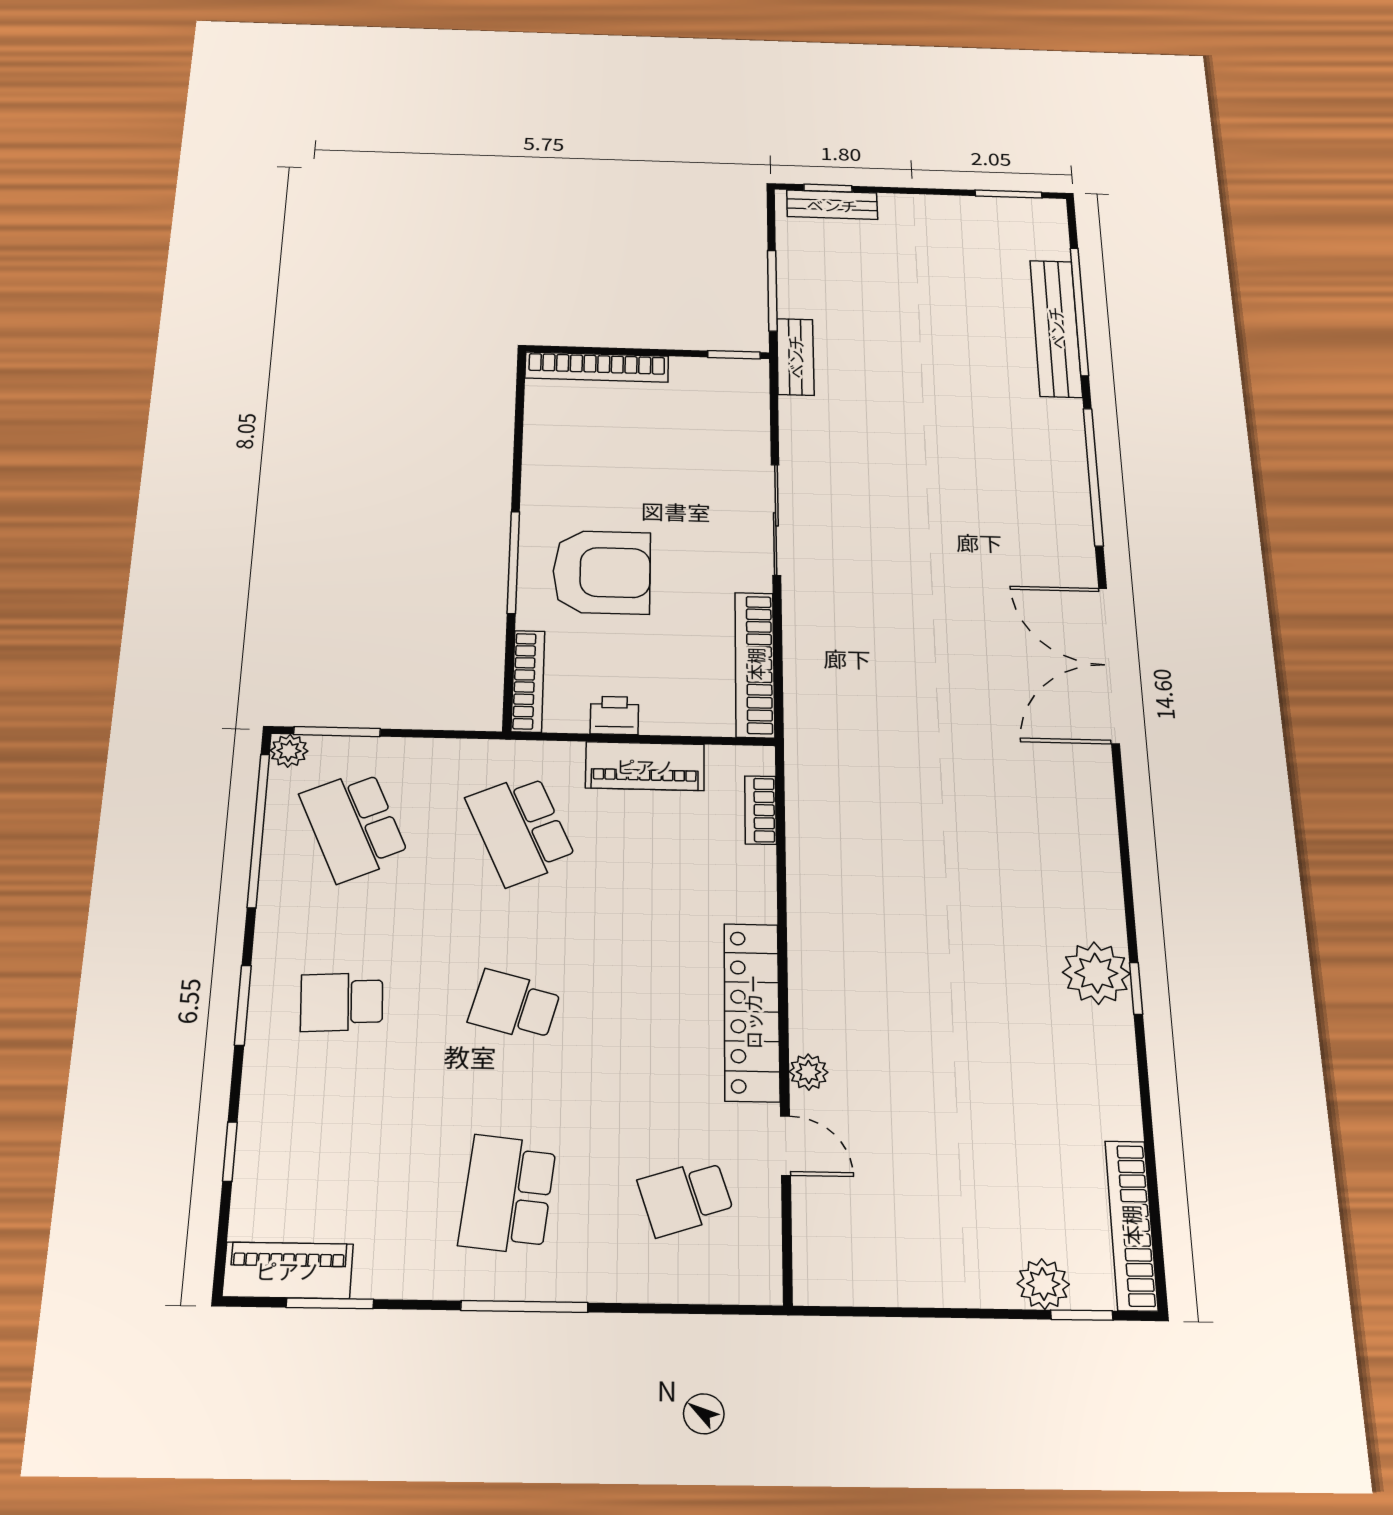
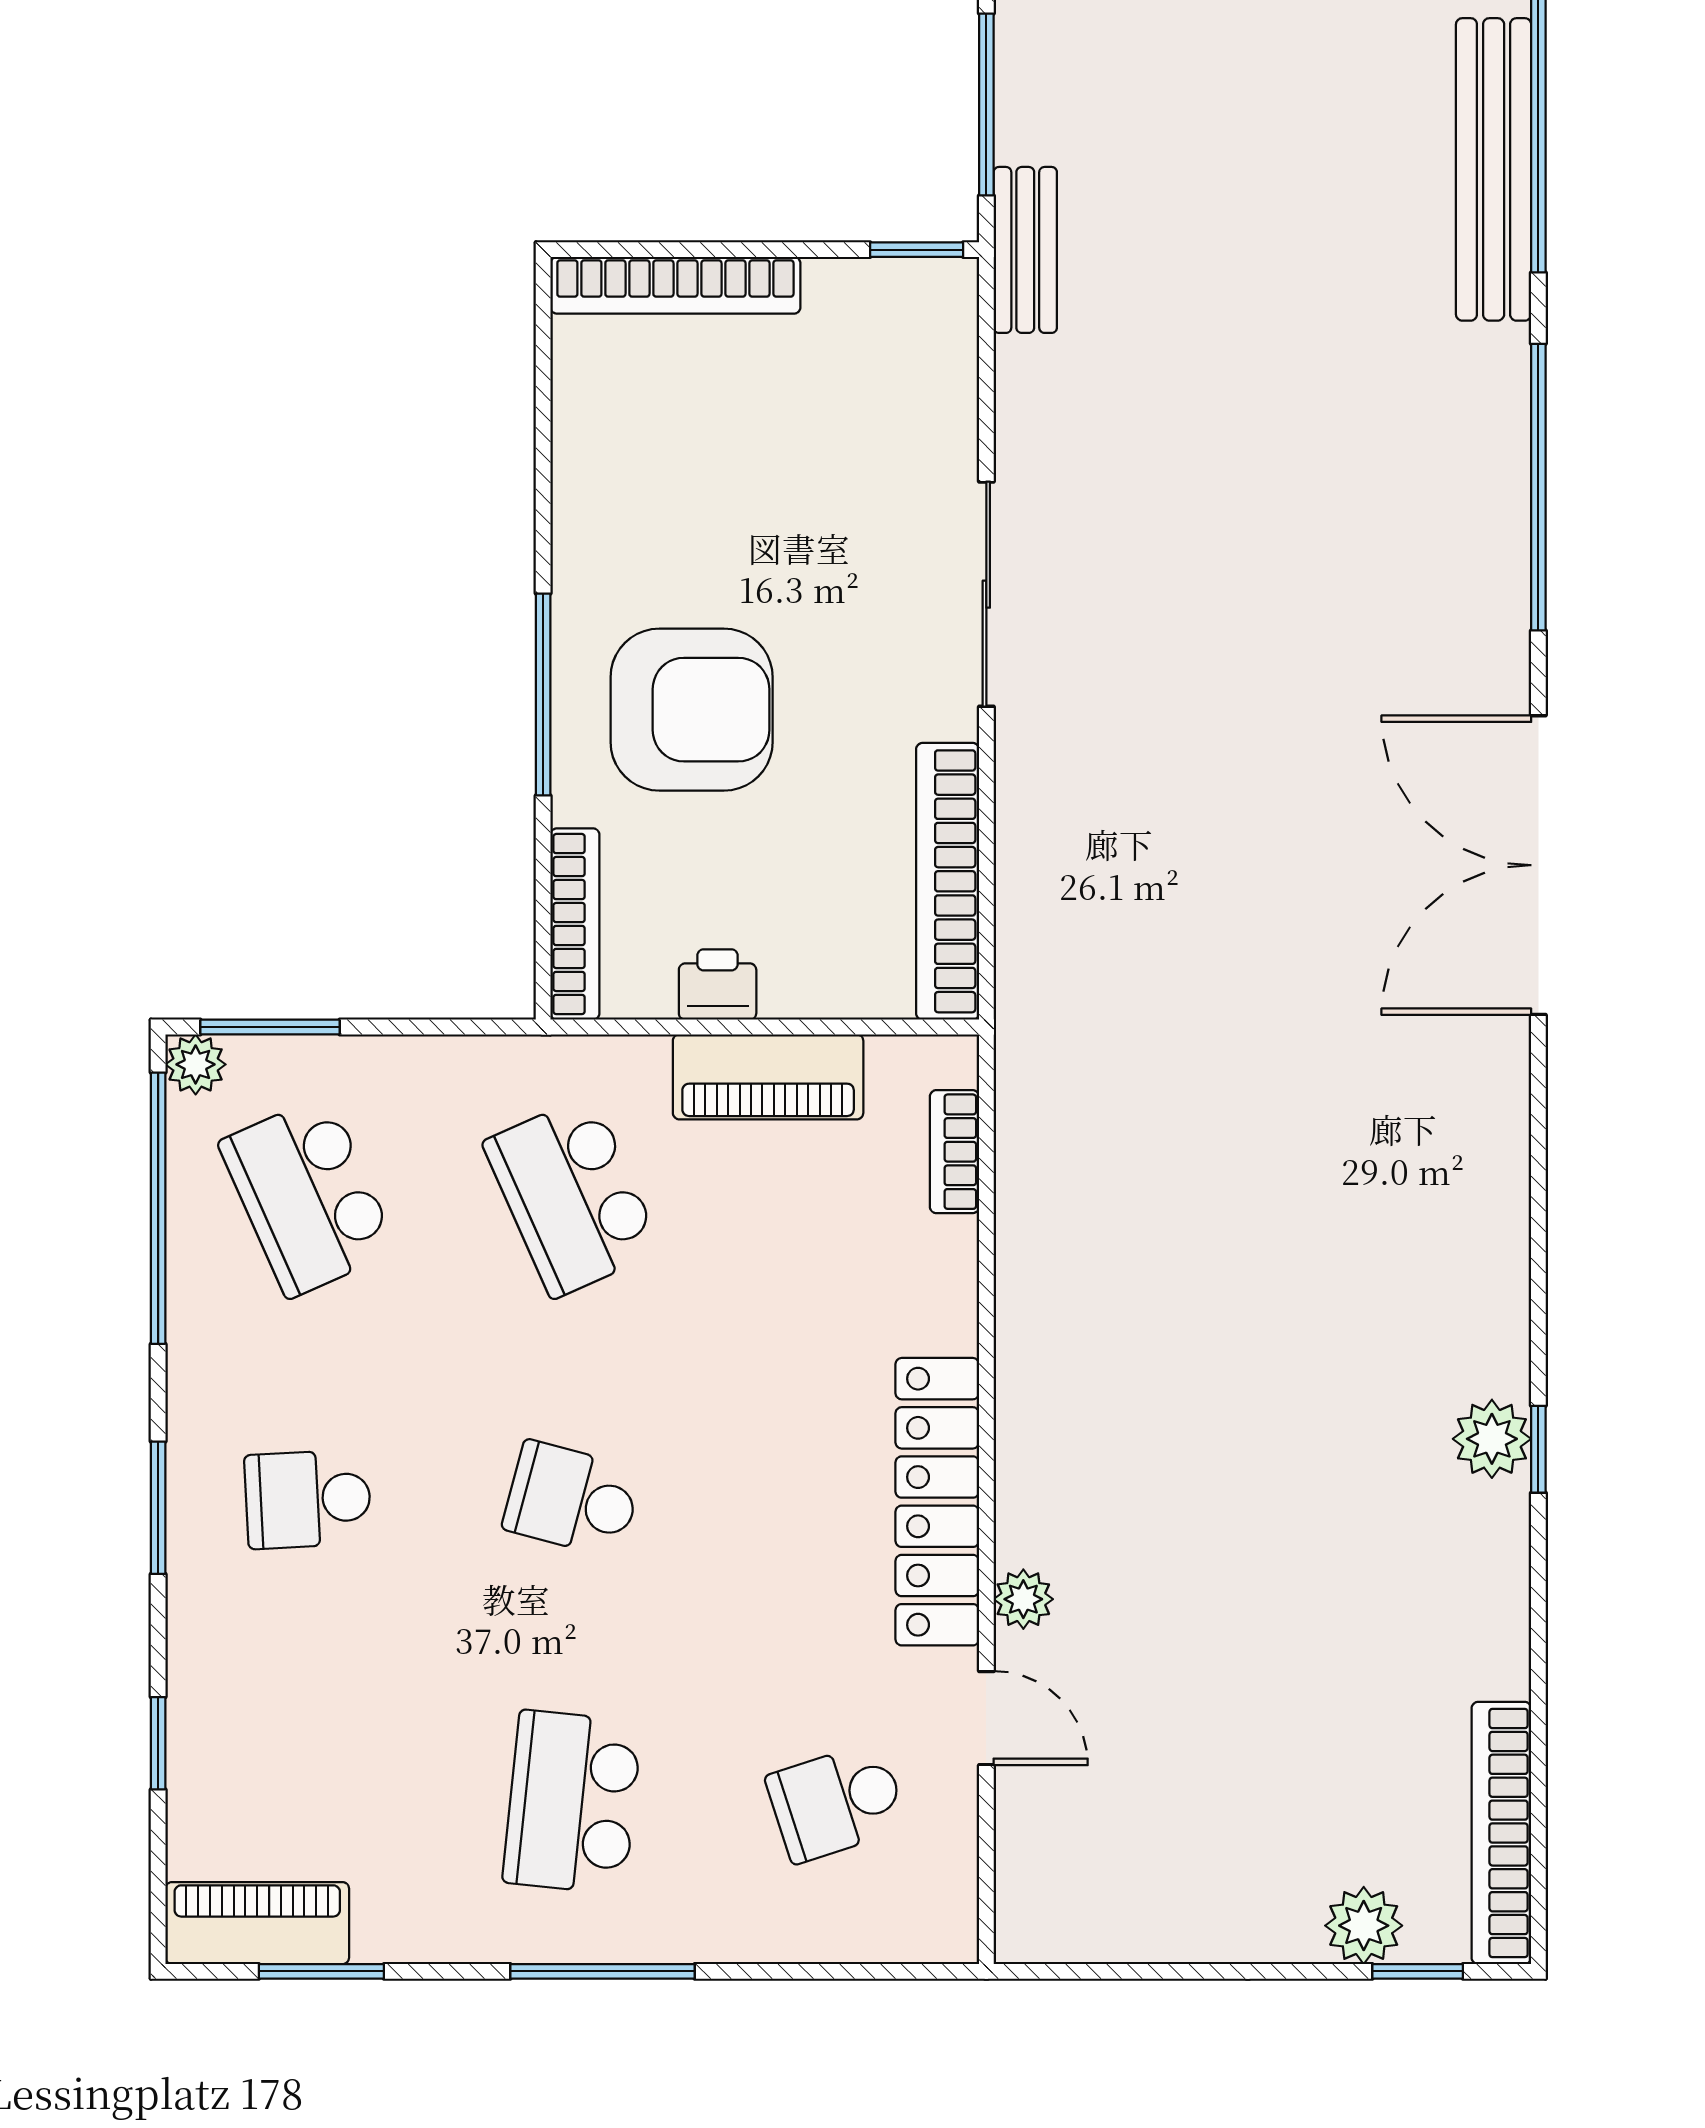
plant: (1096, 973) -> (1492, 1439), width x0.73, depth x0.73

